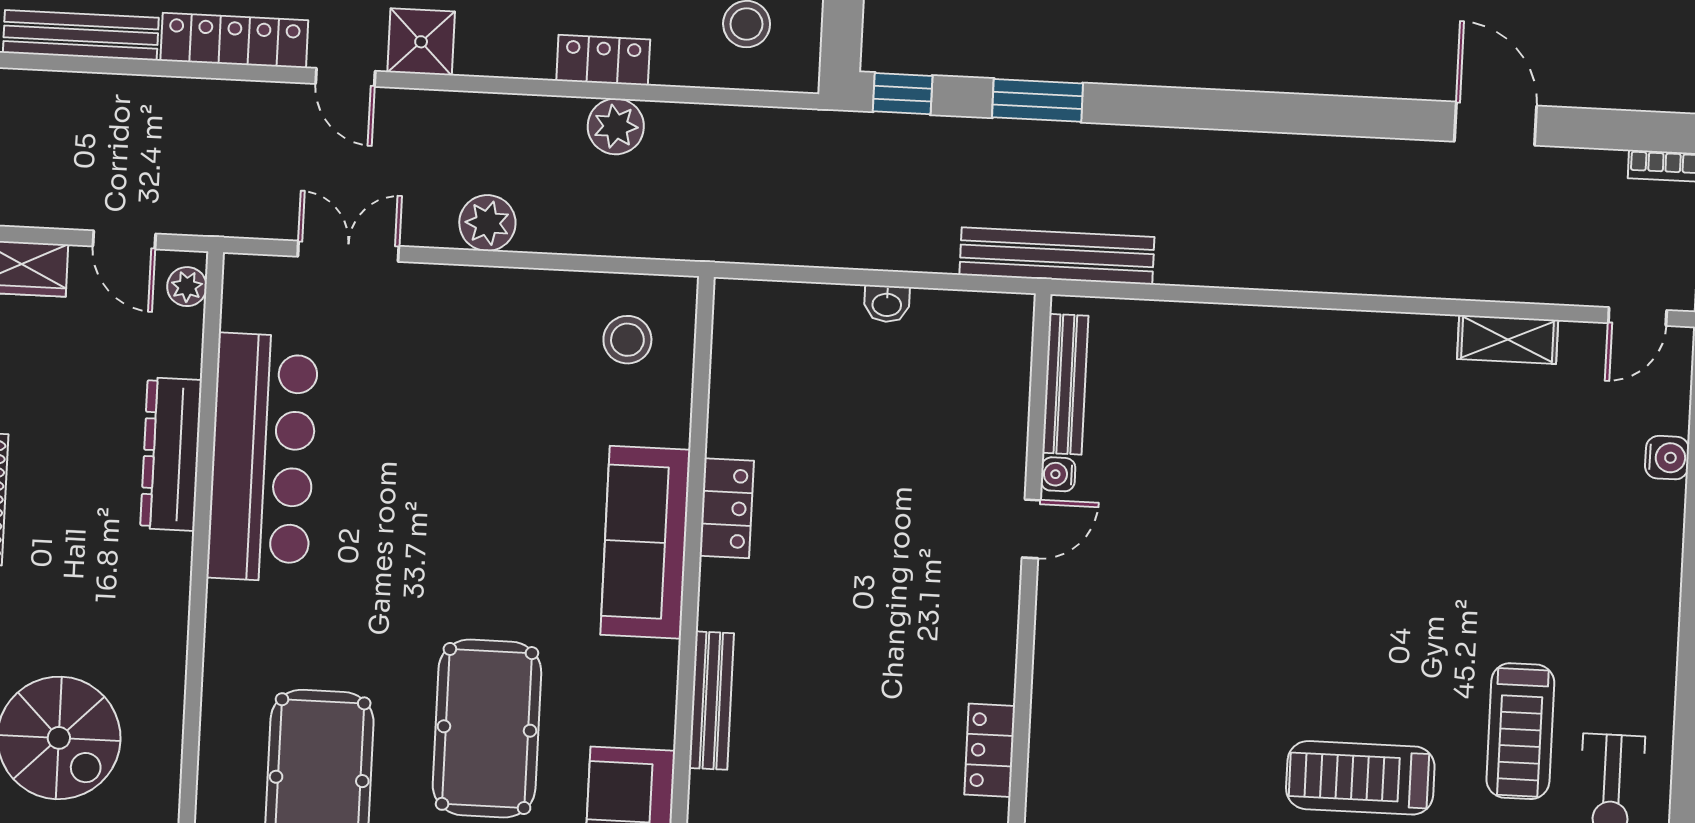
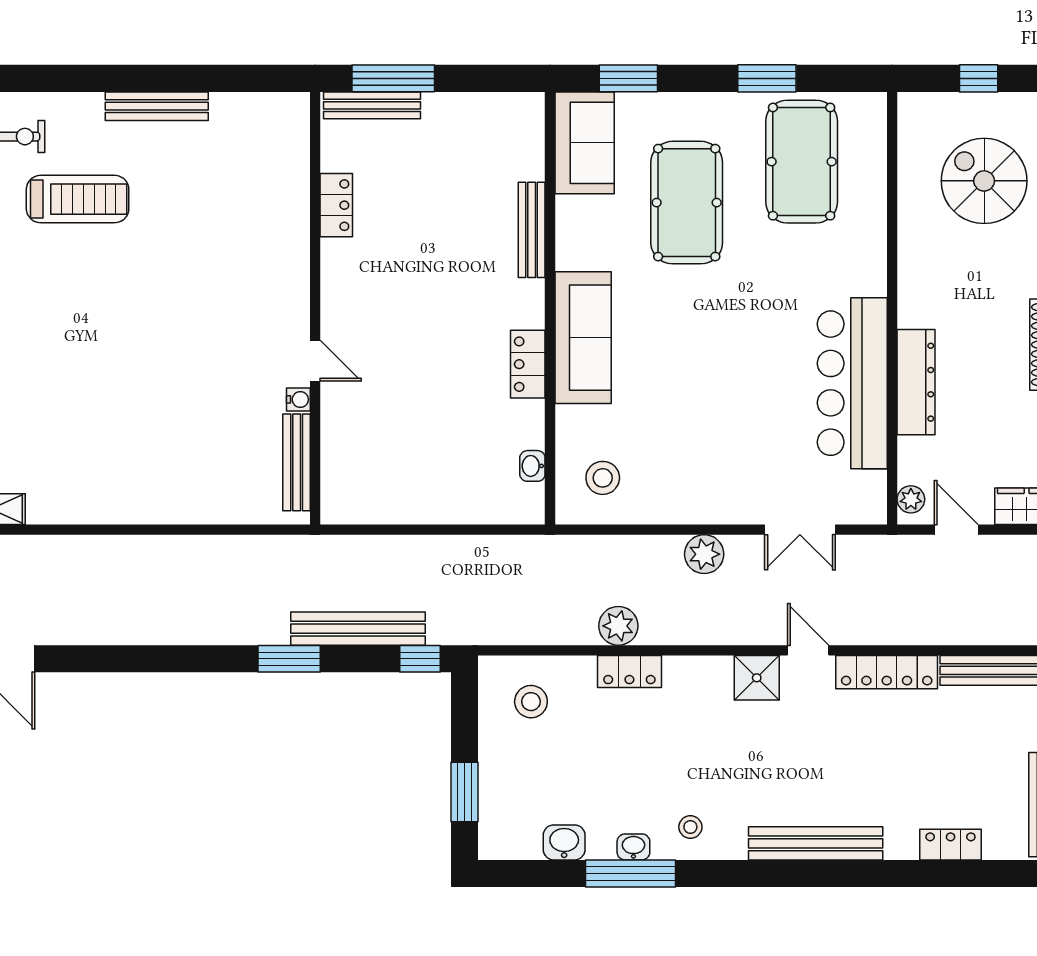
window: (1038, 100) -> (289, 659), moved
bench: (1057, 256) -> (358, 629), moved
washbasin: (887, 304) -> (532, 466), moved, turned -90
door: (1031, 529) -> (315, 361), swing flipped

